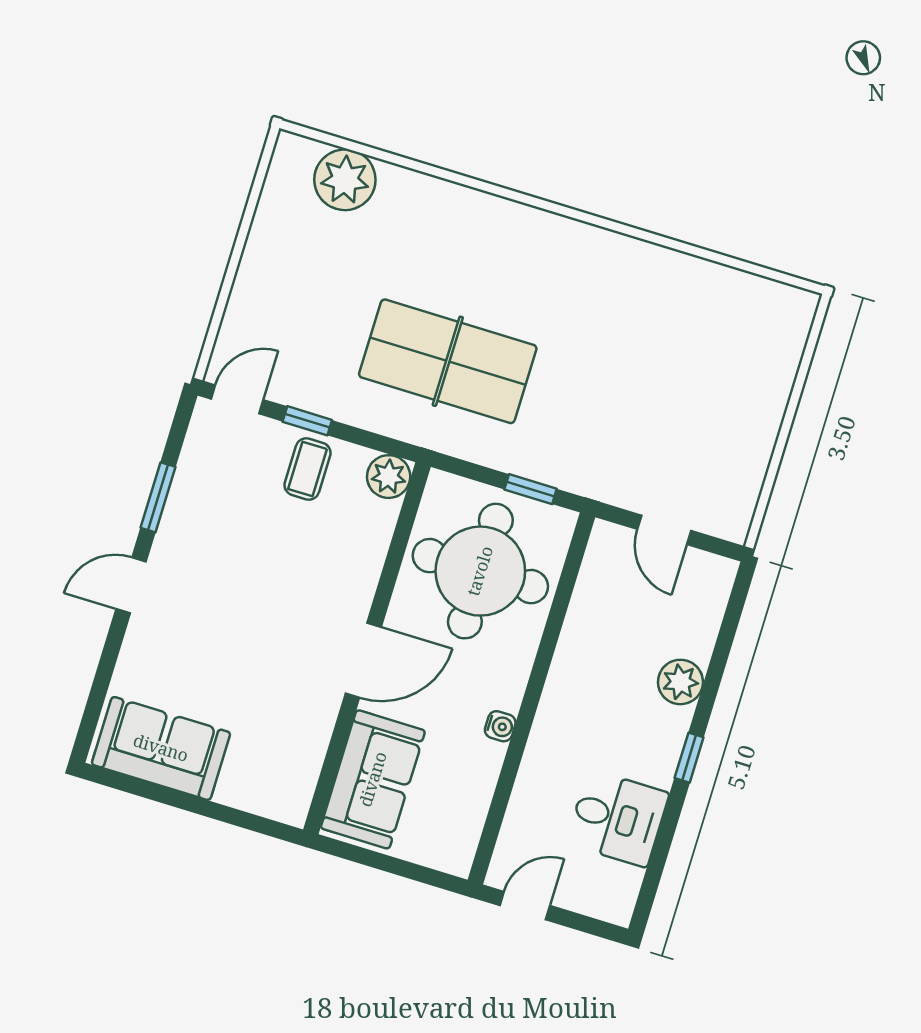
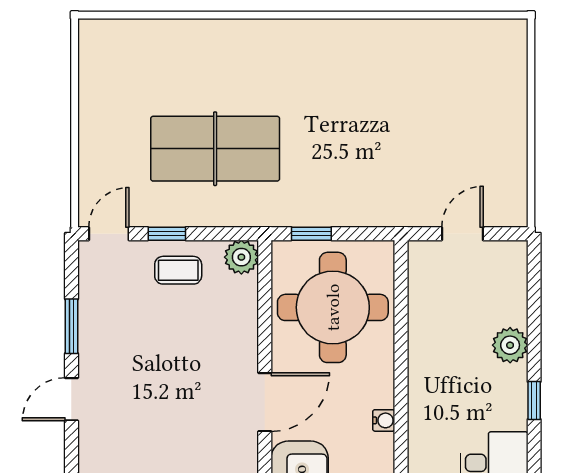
plant: (345, 180) -> (140, 42), removed
table tennis table: (448, 361) -> (215, 149), moved
coffee table: (308, 469) -> (178, 270), turned 90
window: (531, 489) -> (311, 234), moved
door: (664, 530) -> (462, 234), swing flipped

